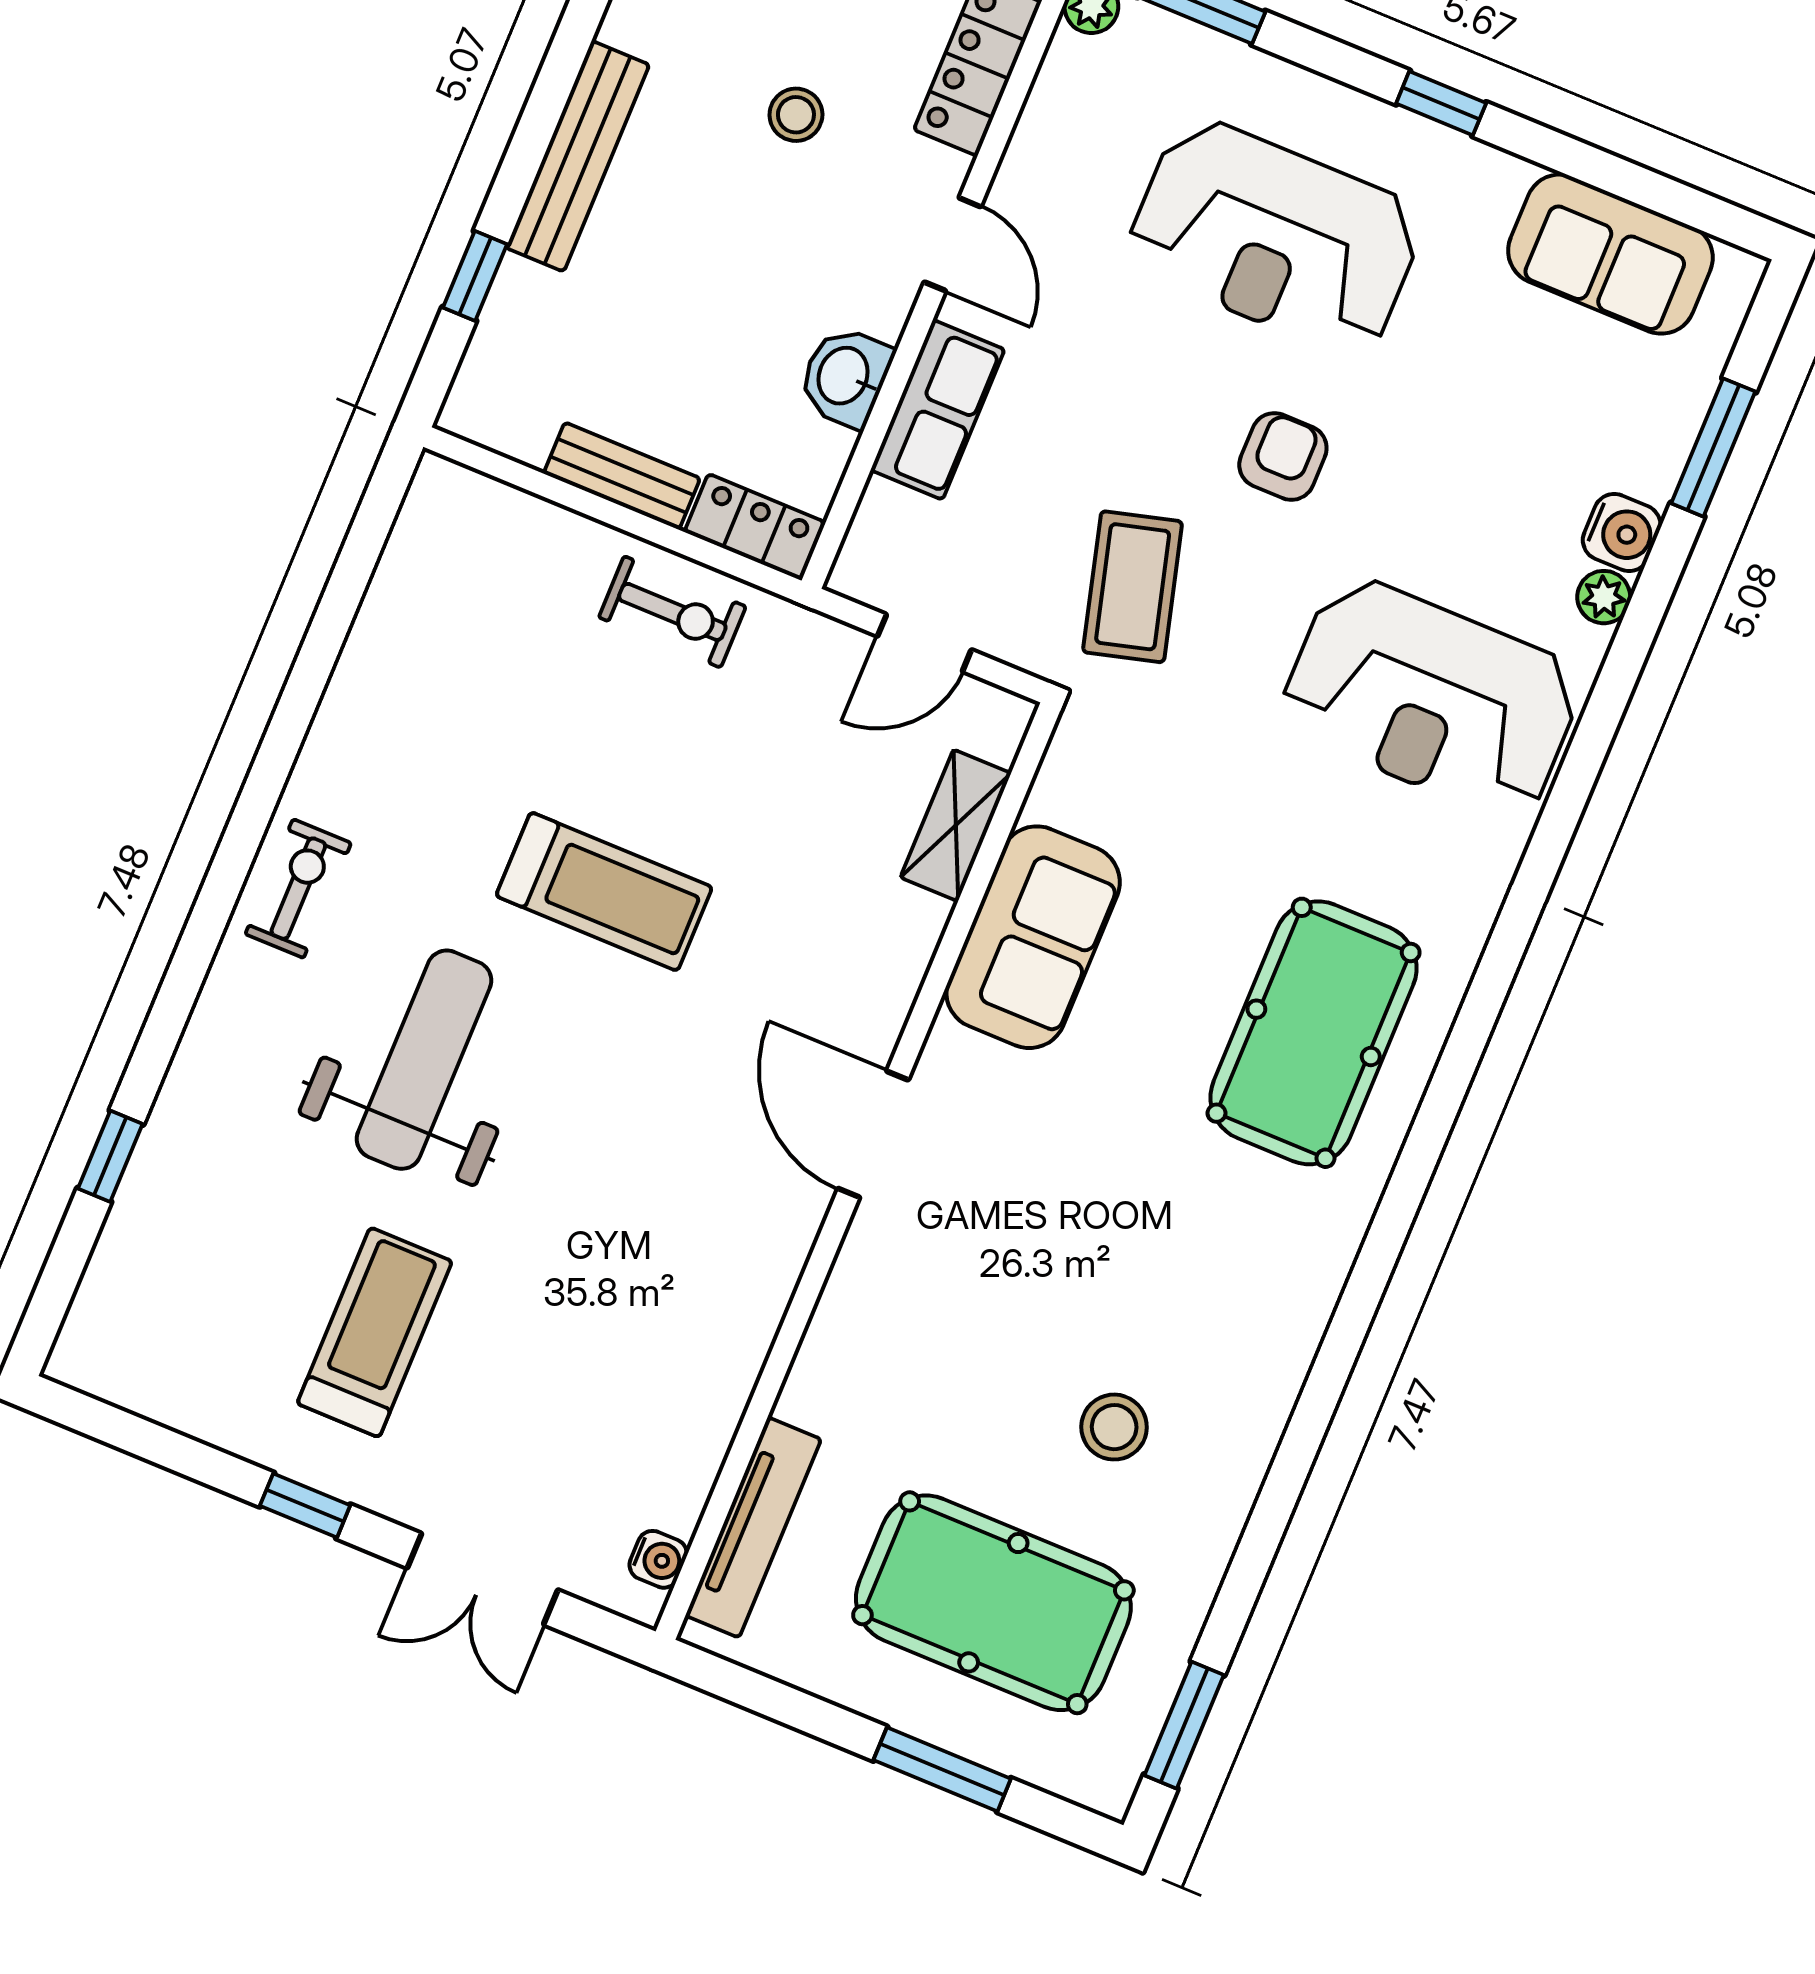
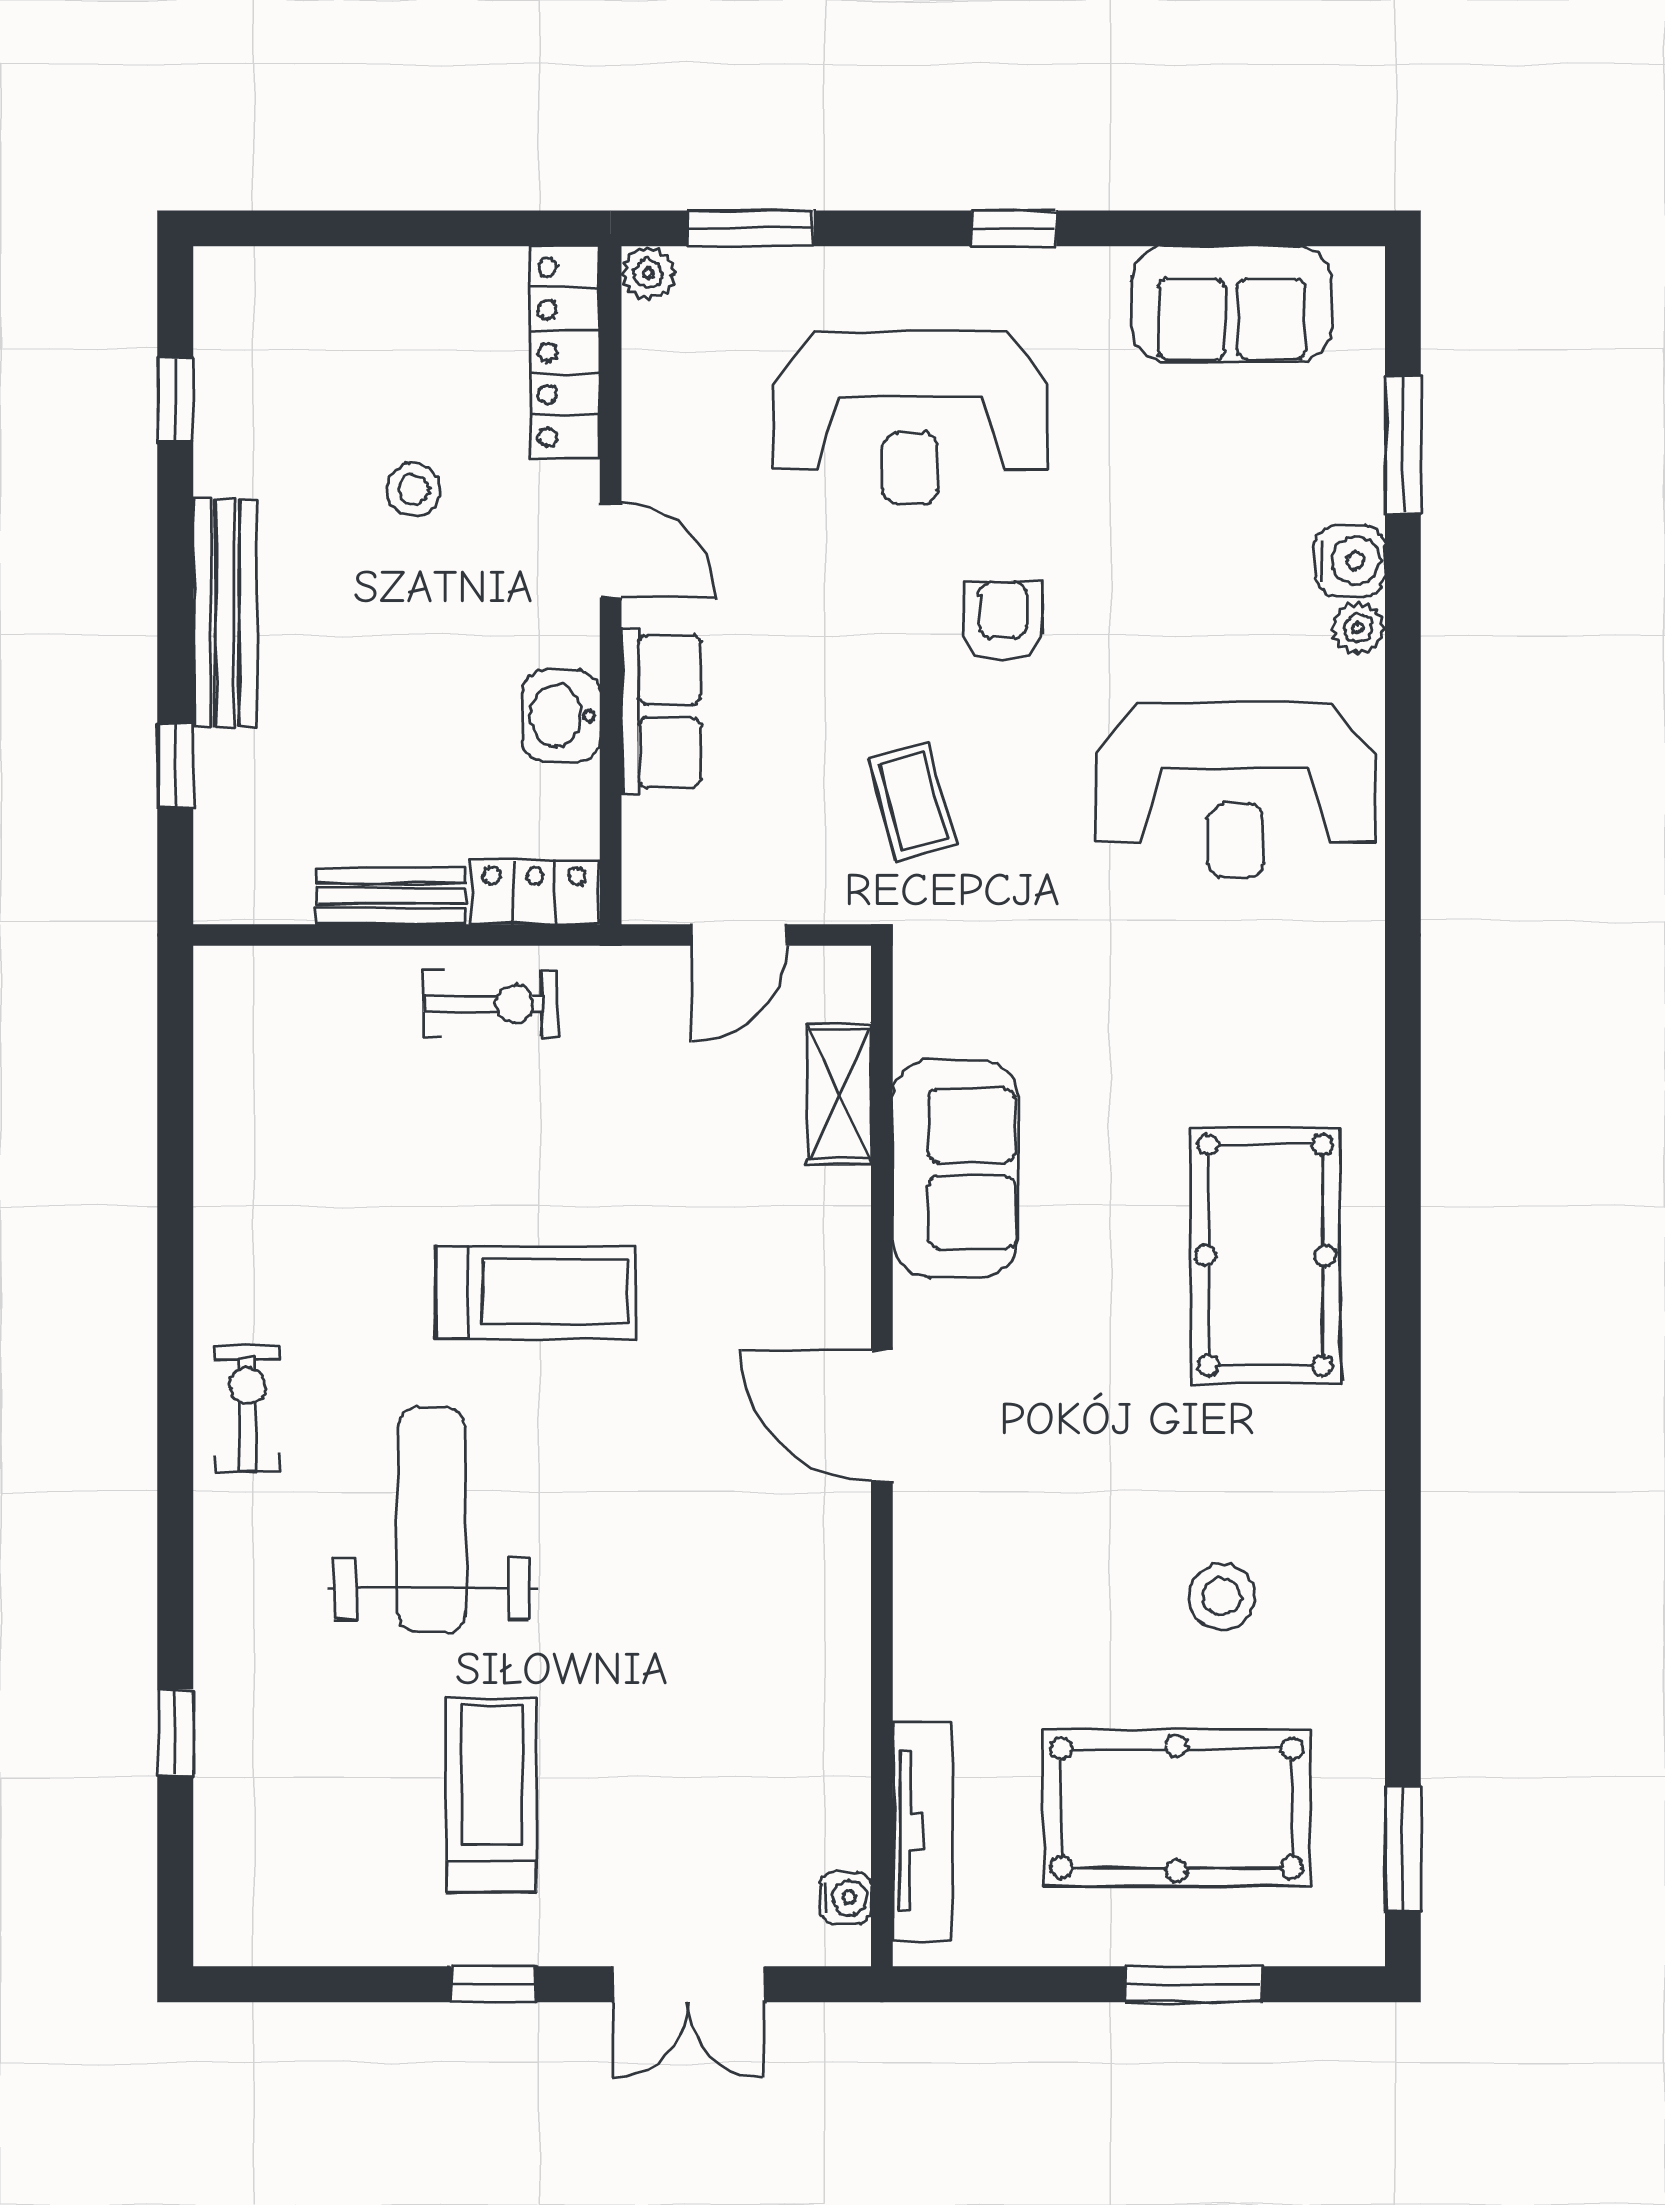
coffee table: (1133, 587) -> (912, 801), width x0.73, depth x0.77
pool table: (1314, 1033) -> (1265, 1255), moved

